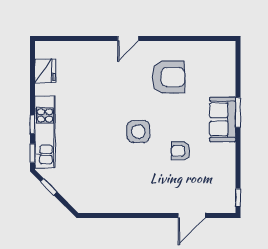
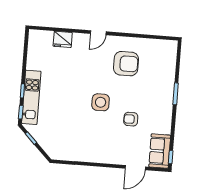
fridge: (45, 71) -> (63, 39), moved, turned 90
sofa: (223, 119) -> (160, 151), moved

